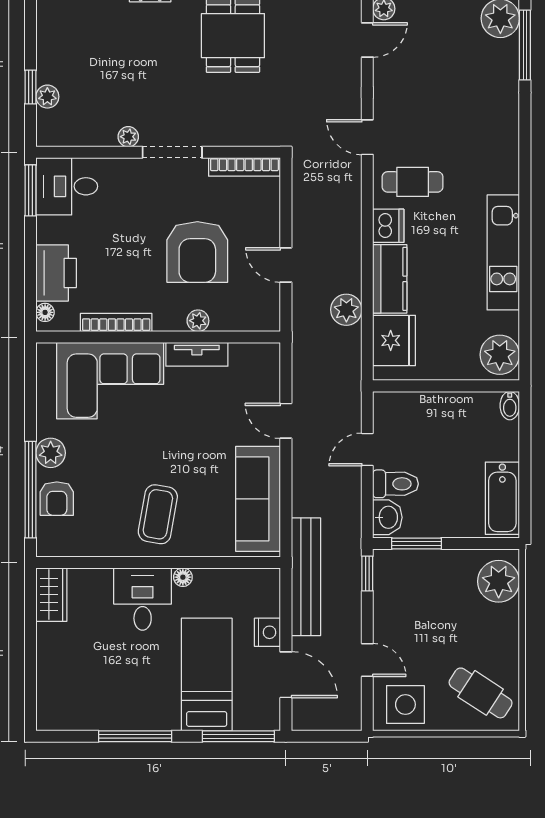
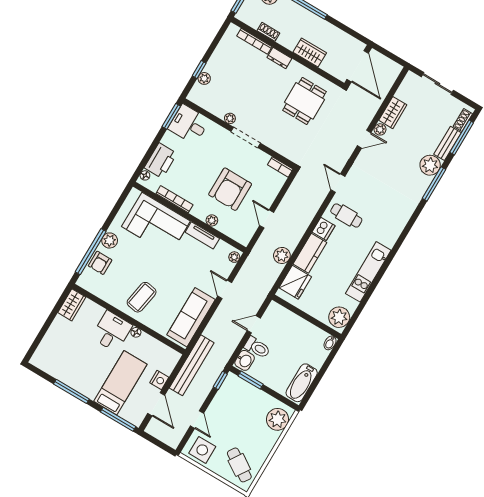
bookcase: (244, 167) -> (280, 167), width x0.64
plant: (270, 359) -> (234, 257), added

